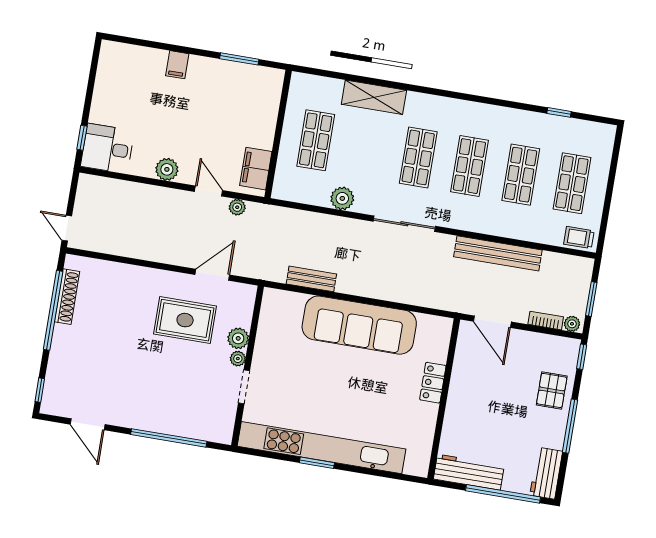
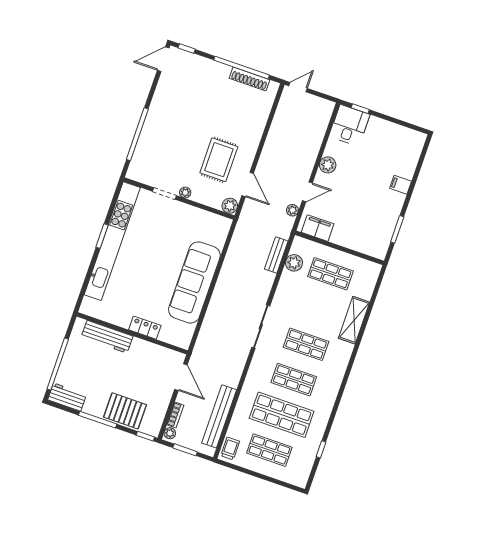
shop shelf: (521, 175) -> (282, 415), width x1.43, depth x1.36
plant: (342, 198) -> (294, 263), moved
bench: (498, 253) -> (219, 416), moved
bench: (311, 279) -> (276, 255), moved
door: (492, 322) -> (181, 377), swing flipped
plant: (238, 338) -> (230, 206), moved
pallet: (552, 390) -> (125, 411), width x1.50, depth x1.42
door: (88, 424) -> (163, 59), moved
workbench: (469, 472) -> (107, 337), moved, turned 90

